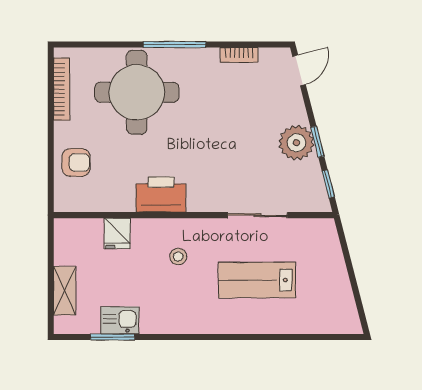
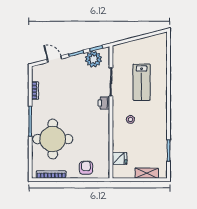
door: (299, 70) -> (54, 59), moved
plant: (296, 143) -> (94, 59), moved
printer: (161, 194) -> (104, 103), moved, width x0.53, depth x0.68
fridge: (117, 233) -> (120, 158), moved
kitchen sink: (120, 320) -> (161, 147), removed

